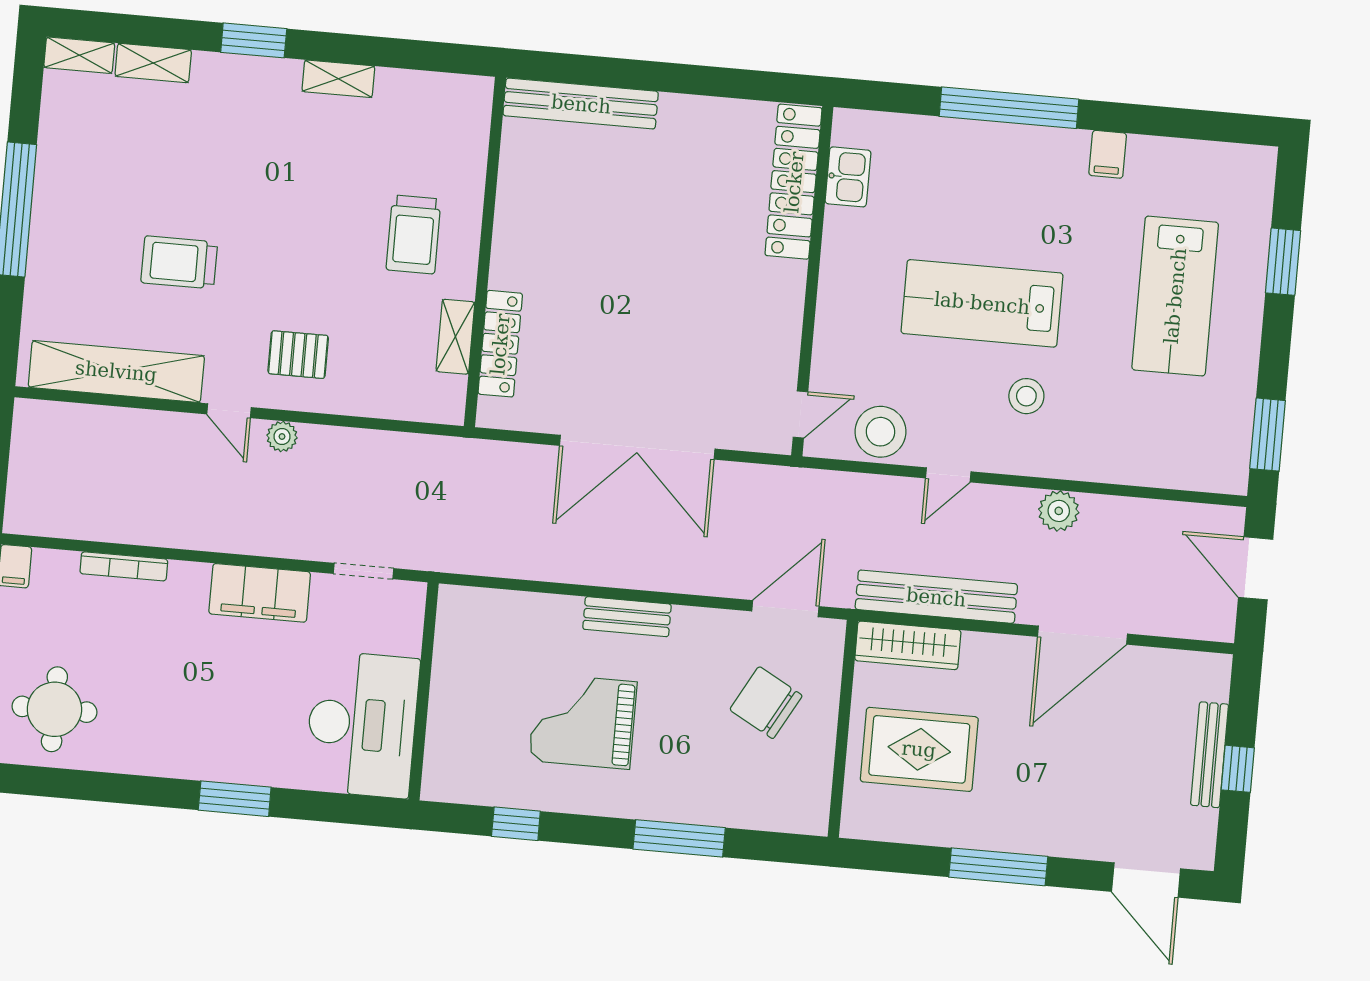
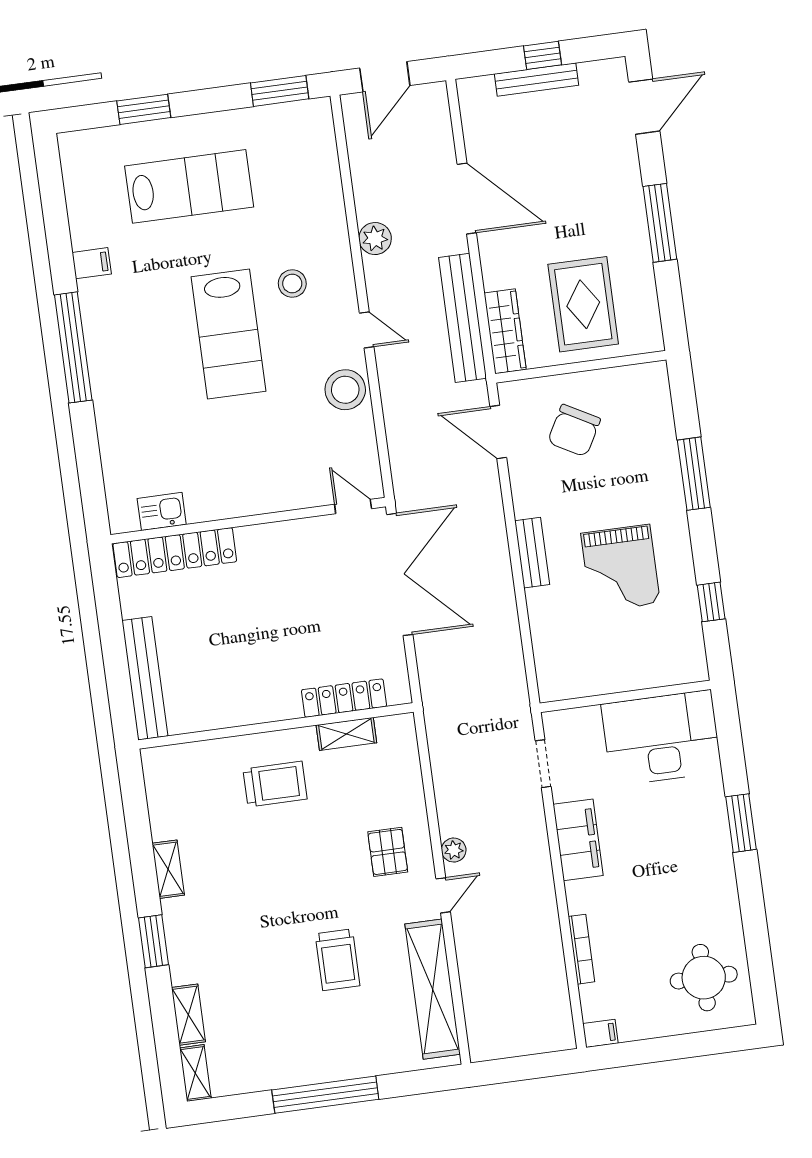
kitchen sink: (848, 177) -> (162, 511), moved
locker: (794, 182) -> (175, 553), moved
wall: (812, 281) -> (248, 521), moved
door: (800, 414) -> (353, 506), moved

